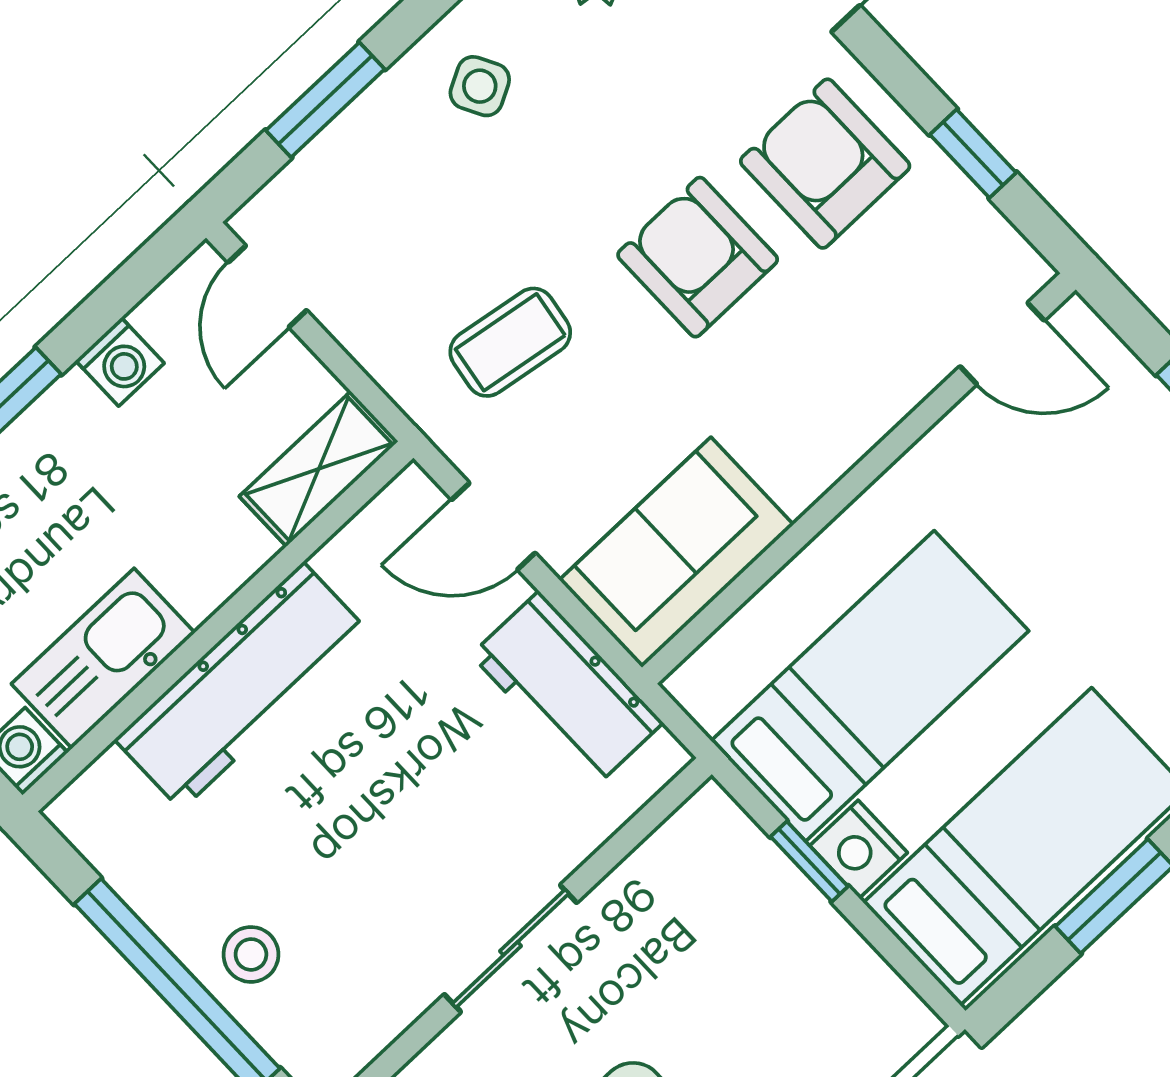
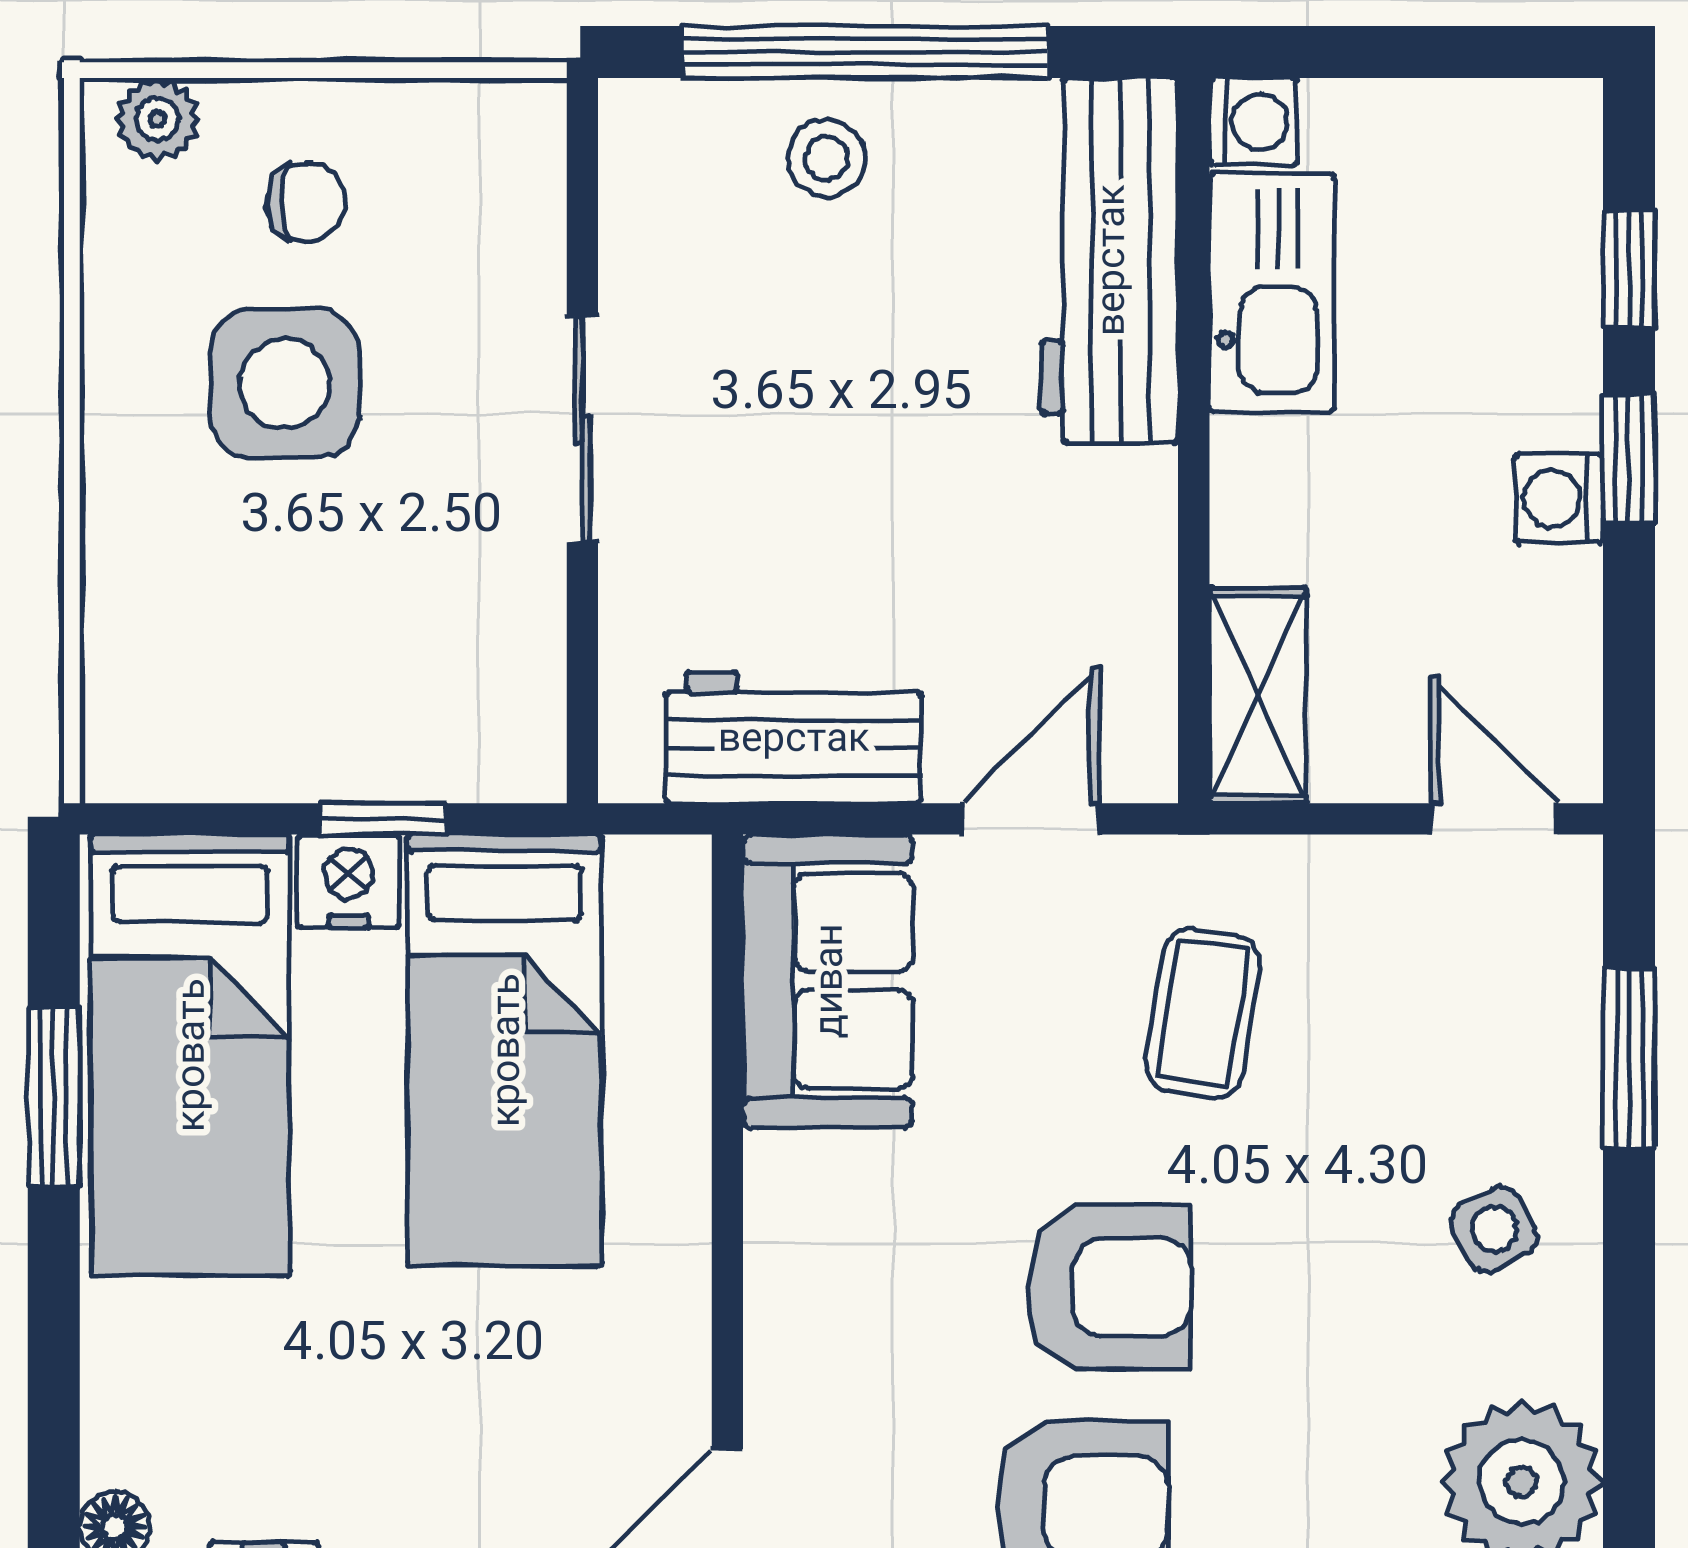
washing machine: (120, 362) -> (1559, 498), moved
workbench: (242, 686) -> (1110, 260), moved

